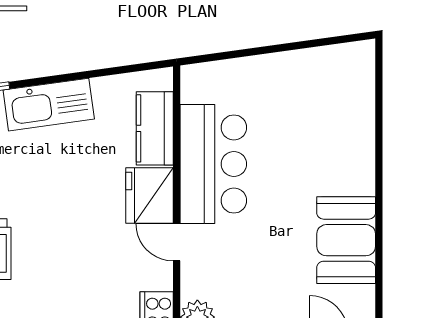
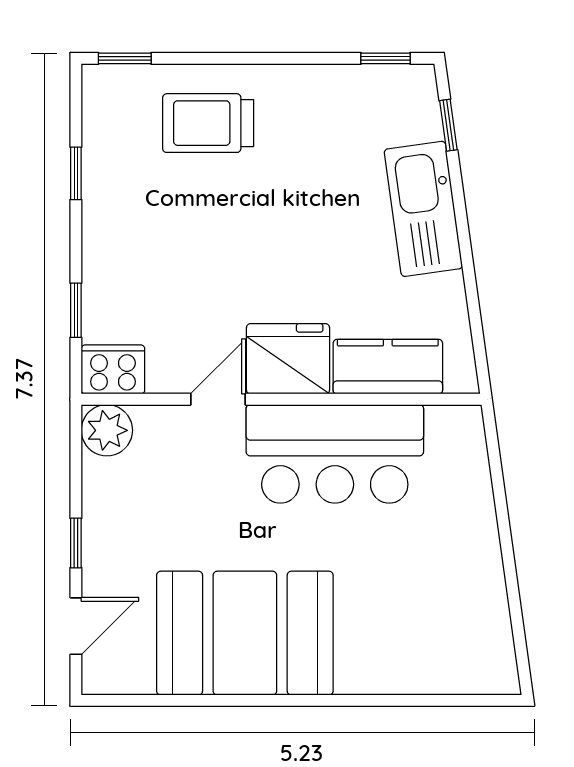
booth: (346, 240) -> (245, 633), width x1.36, depth x1.42

